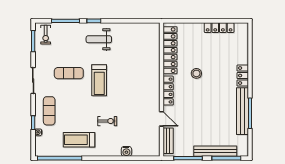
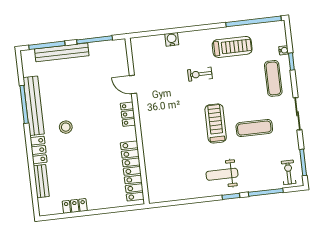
locker: (219, 28) -> (75, 206), width x0.66
weight bench: (99, 39) -> (222, 174), turned 180
stool: (196, 73) -> (66, 127), moved
locker: (168, 91) -> (128, 114), width x0.66
bench: (168, 141) -> (41, 181), moved

